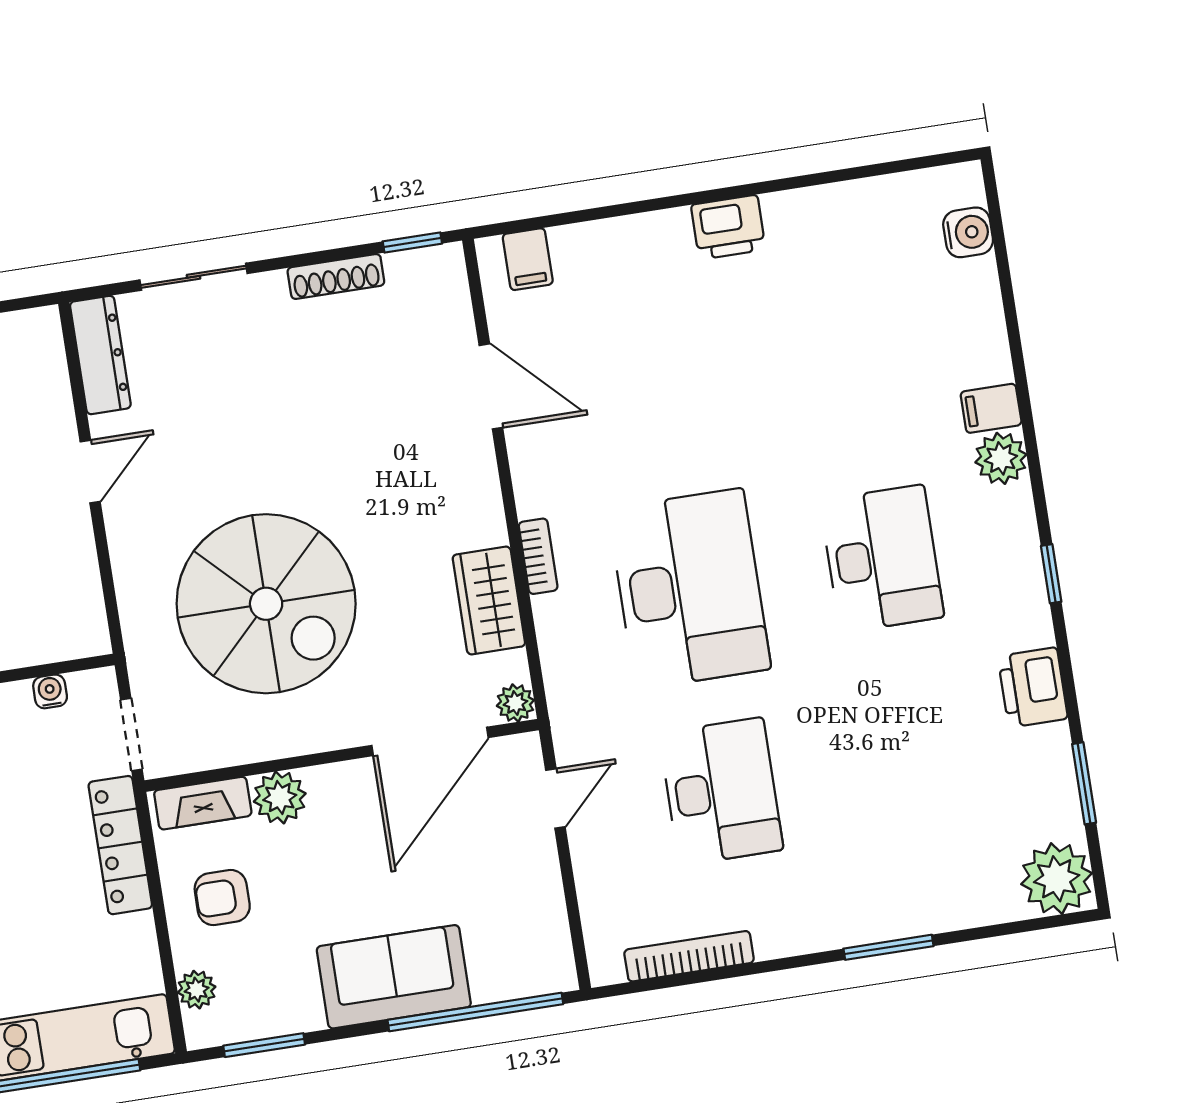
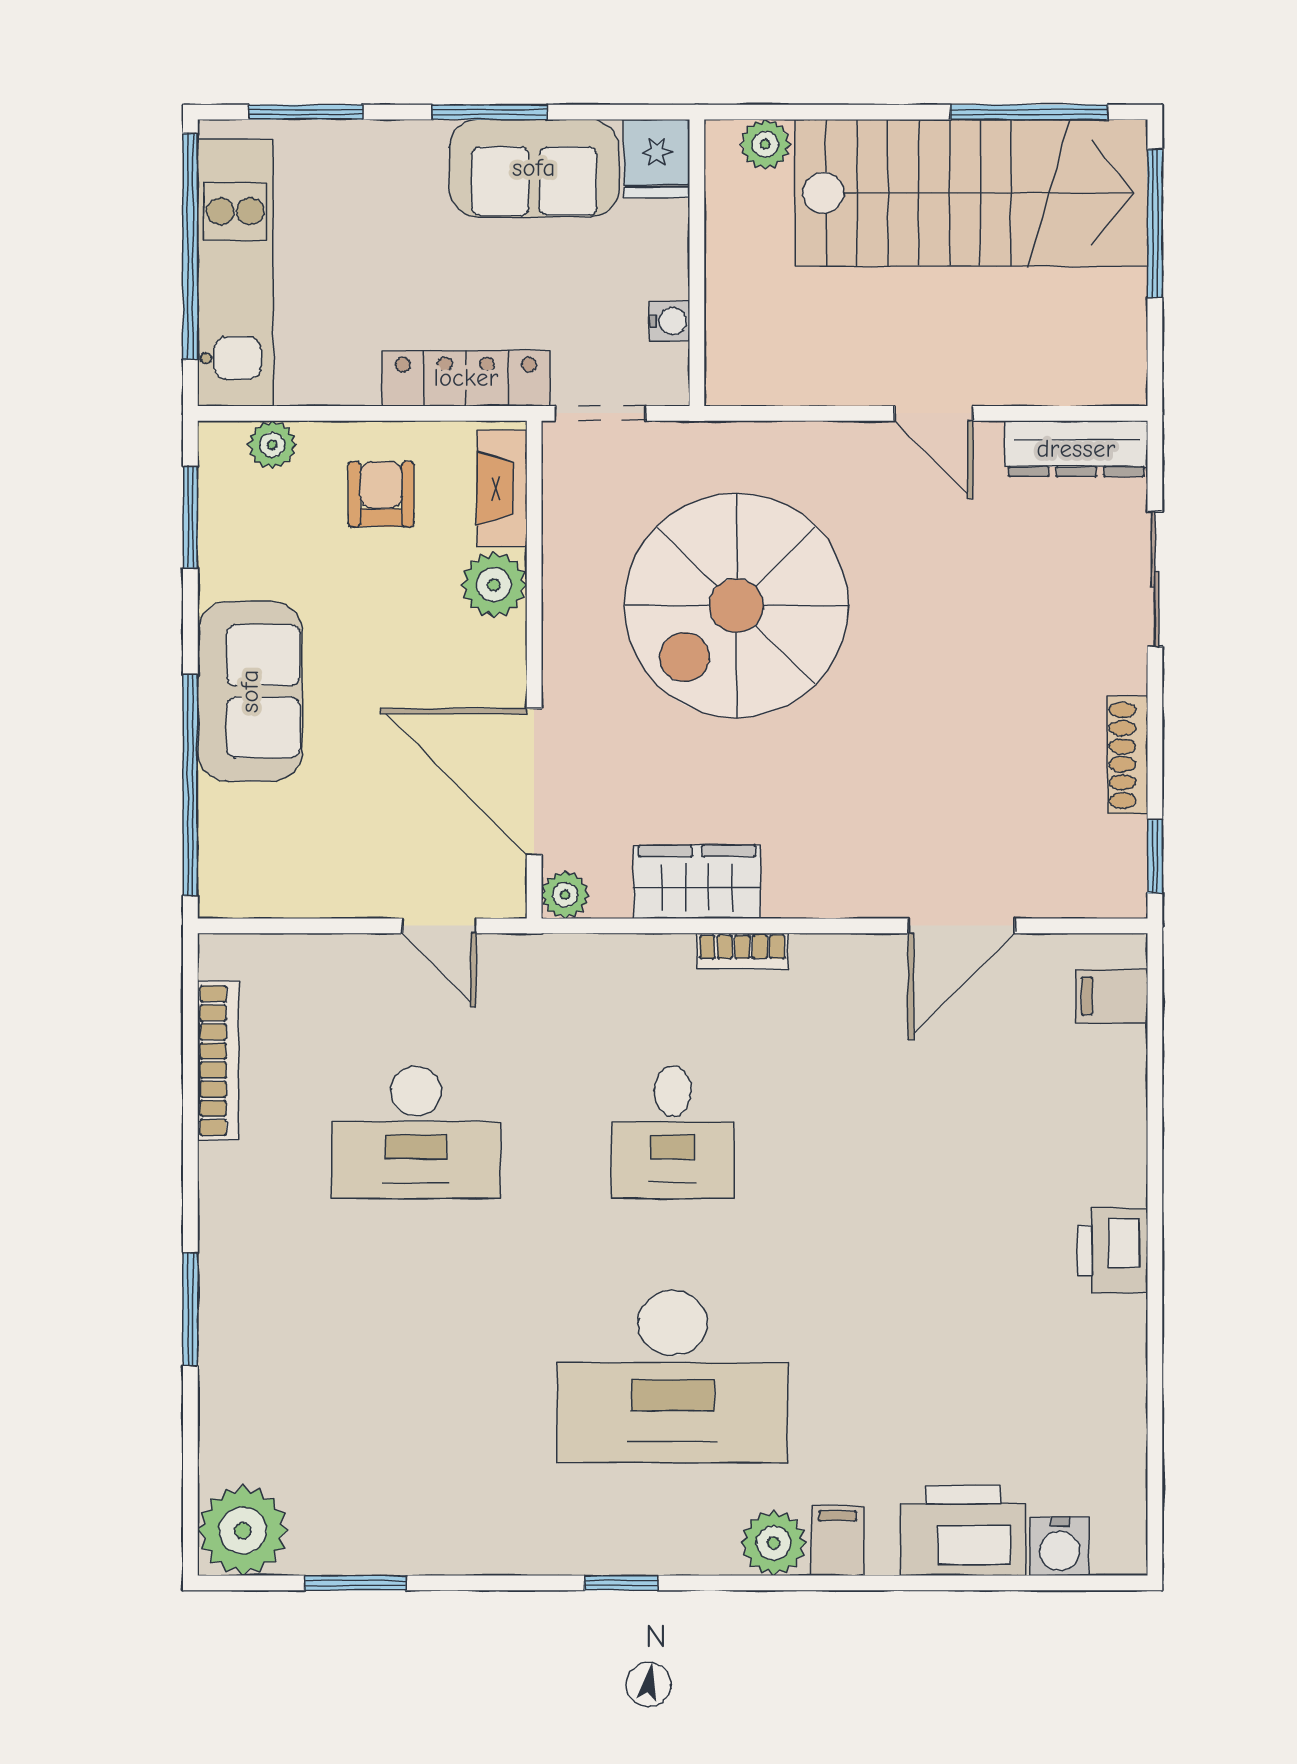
desk: (882, 559) -> (673, 1376), width x1.36, depth x1.30
desk: (689, 589) -> (673, 1132), width x0.53, depth x0.77
printer: (1033, 687) -> (963, 1531), moved, width x1.37, depth x1.19

